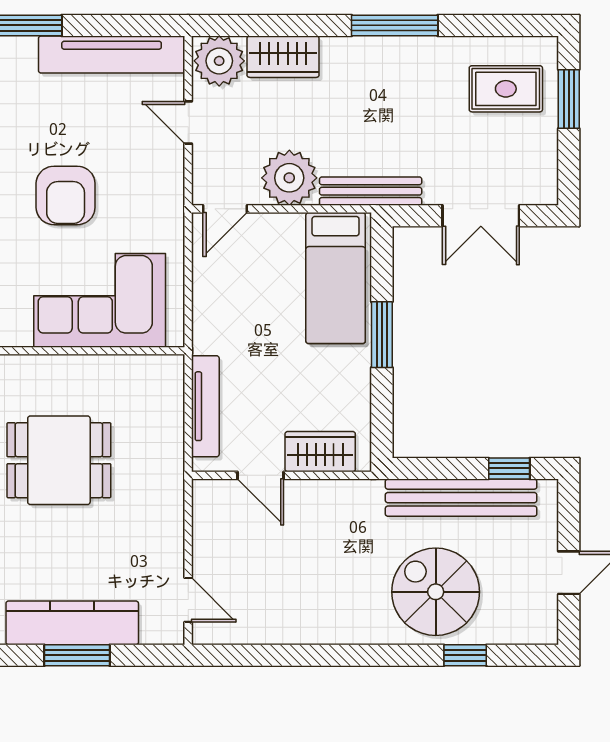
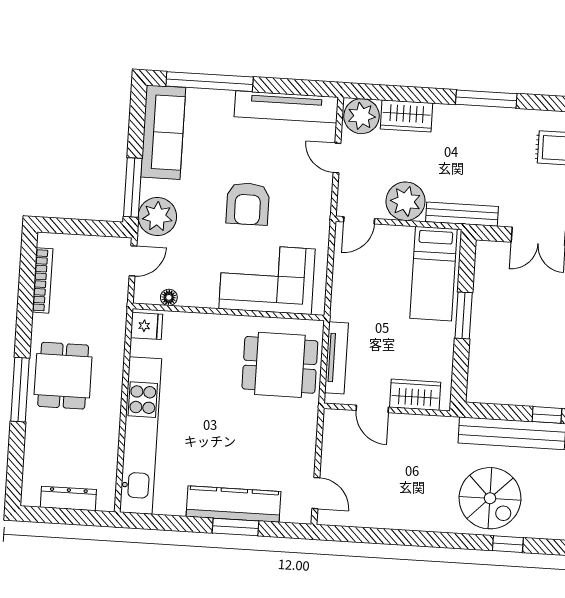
dining table: (59, 460) -> (280, 365), moved
spiral stairs: (436, 592) -> (490, 498), turned 180

